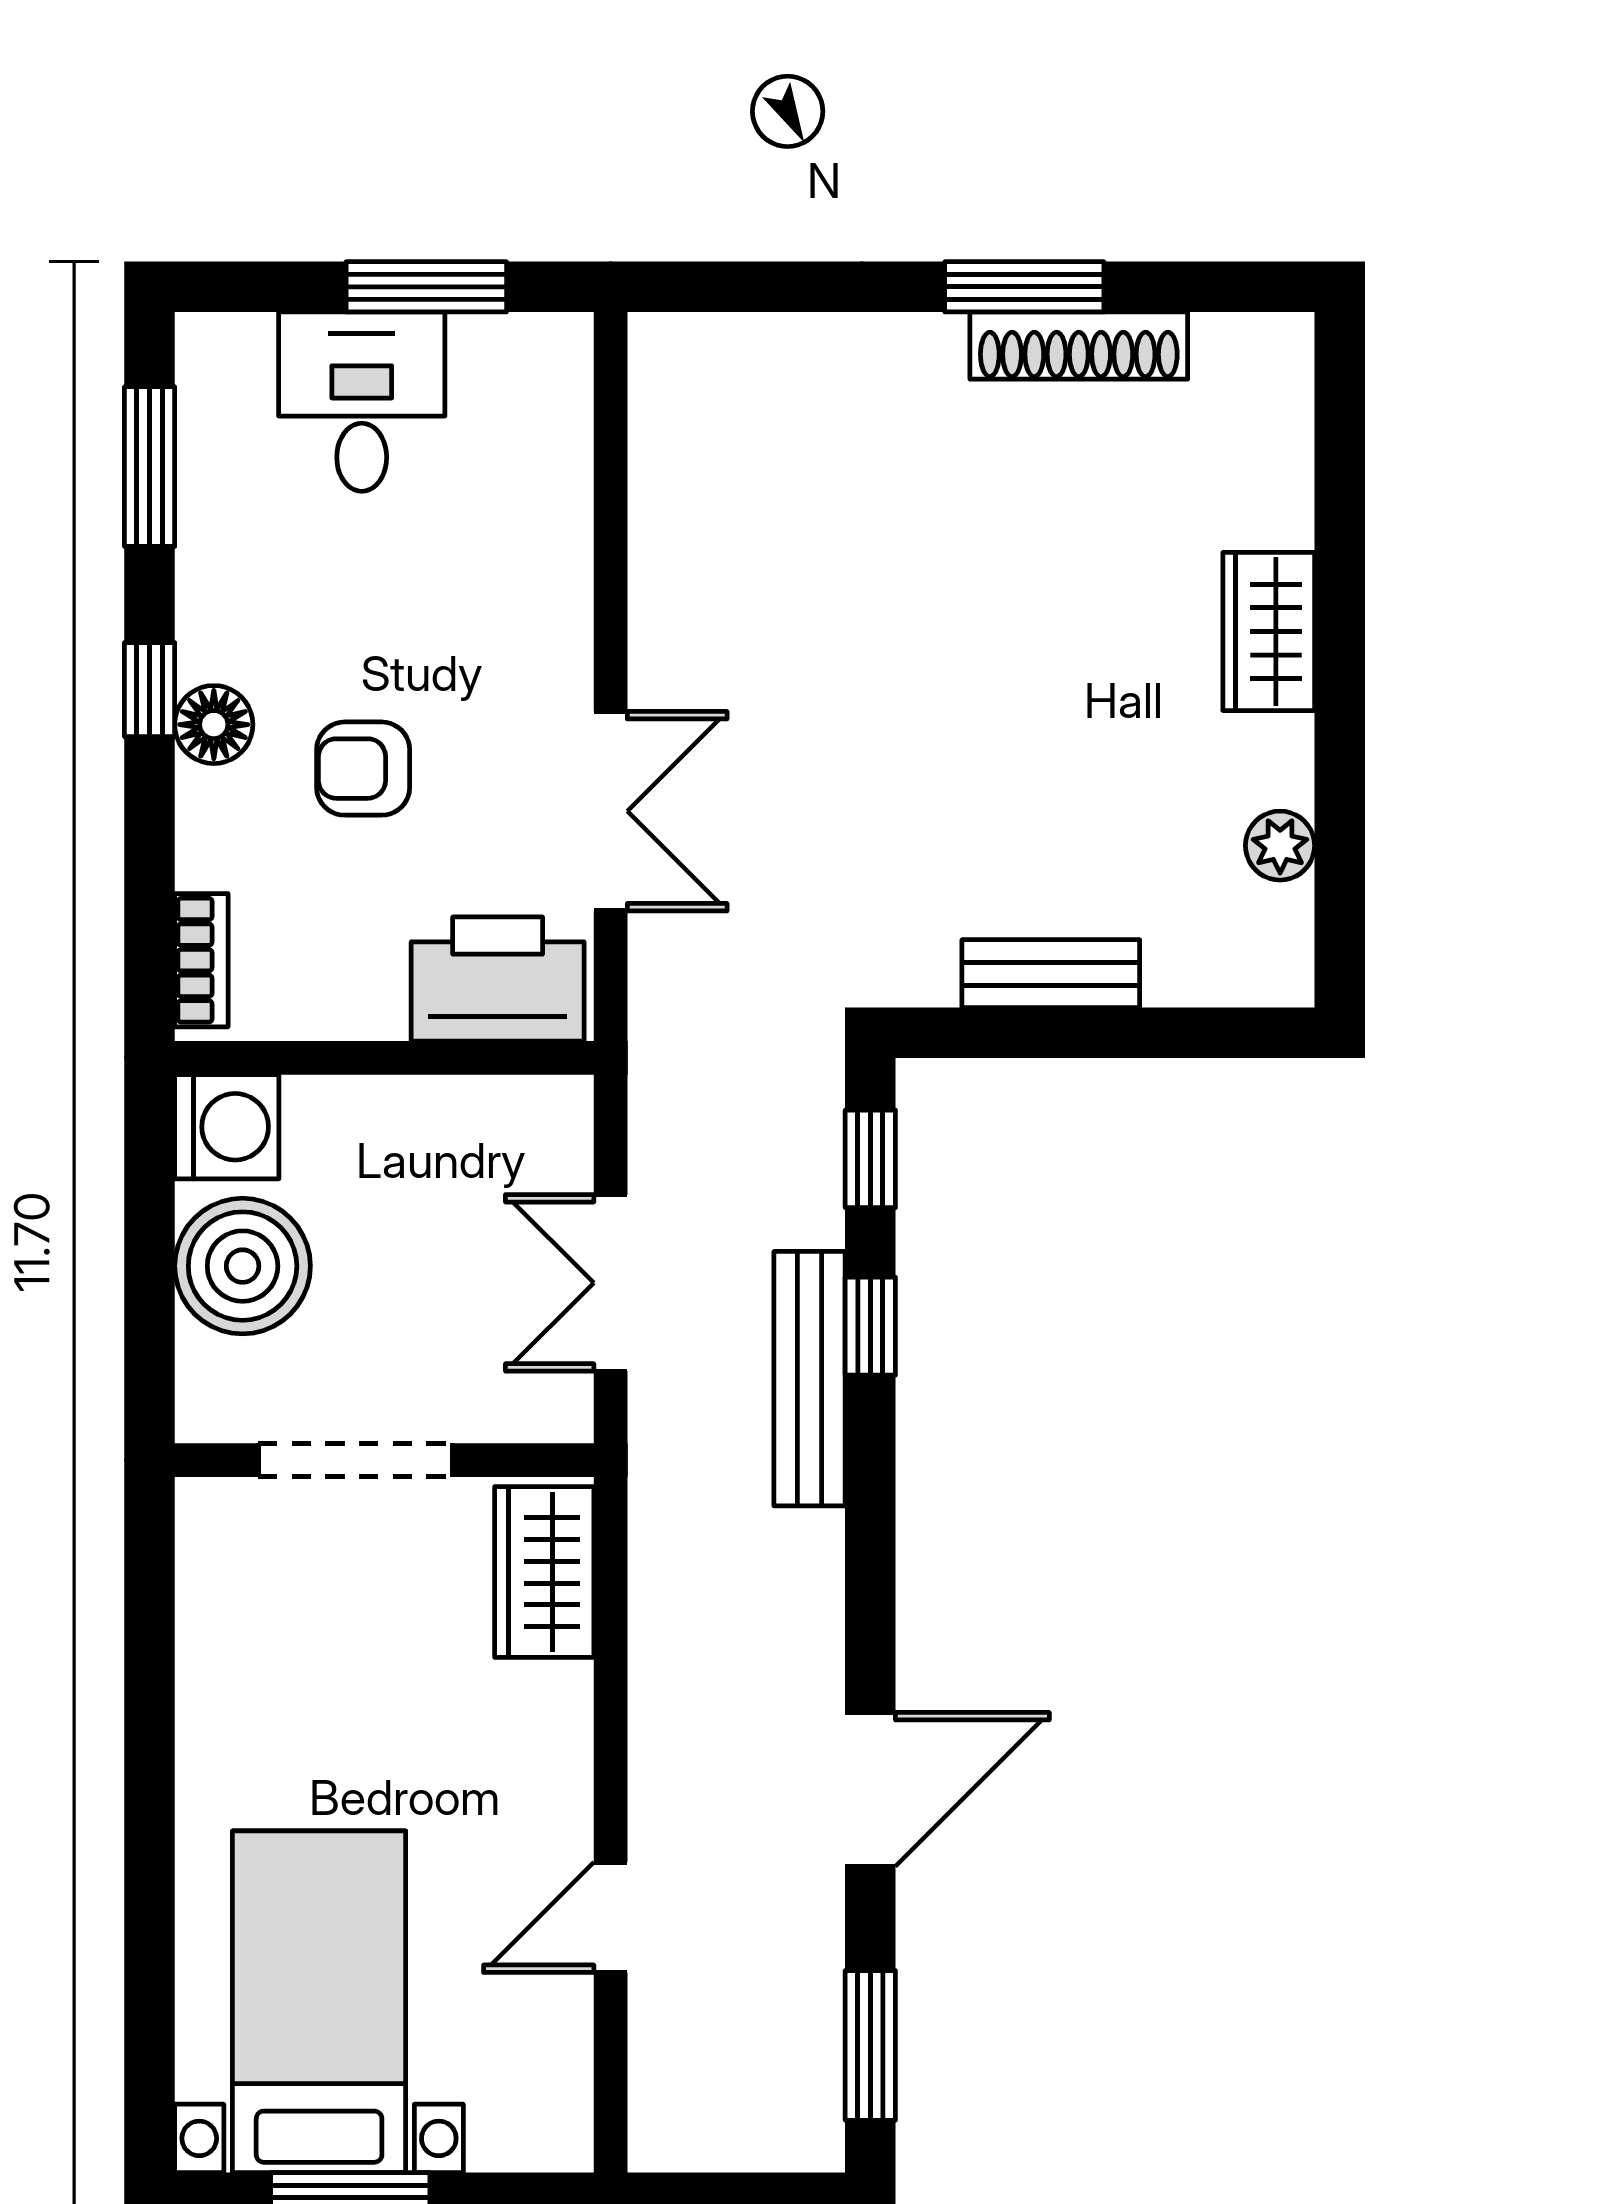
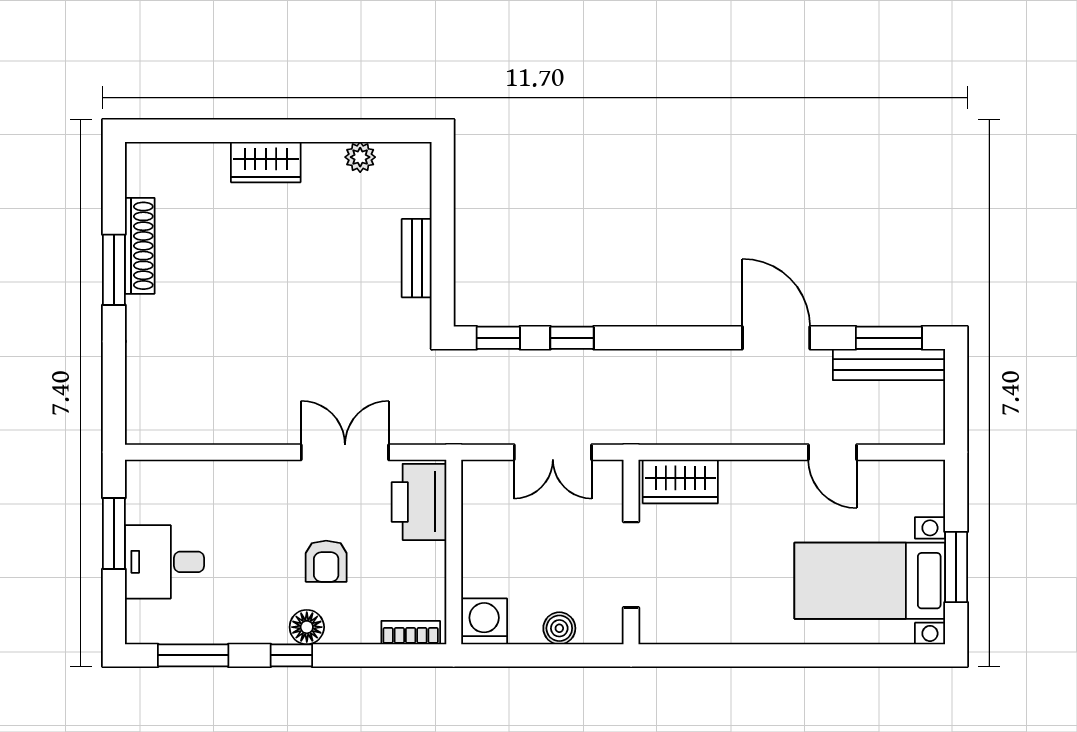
boiler: (243, 1266) -> (559, 628), width x0.54, depth x0.54
bench: (810, 1379) -> (889, 364), moved

